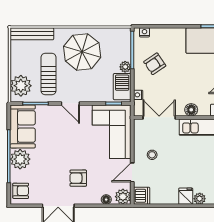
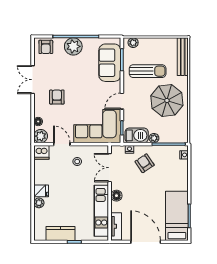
armchair: (155, 64) -> (145, 163), moved
plant: (21, 86) -> (133, 43), width x0.53, depth x0.53
door: (70, 103) -> (122, 101), moved
double door: (159, 117) -> (110, 168), swing flipped
sofa: (23, 126) -> (110, 63), moved, turned 90

